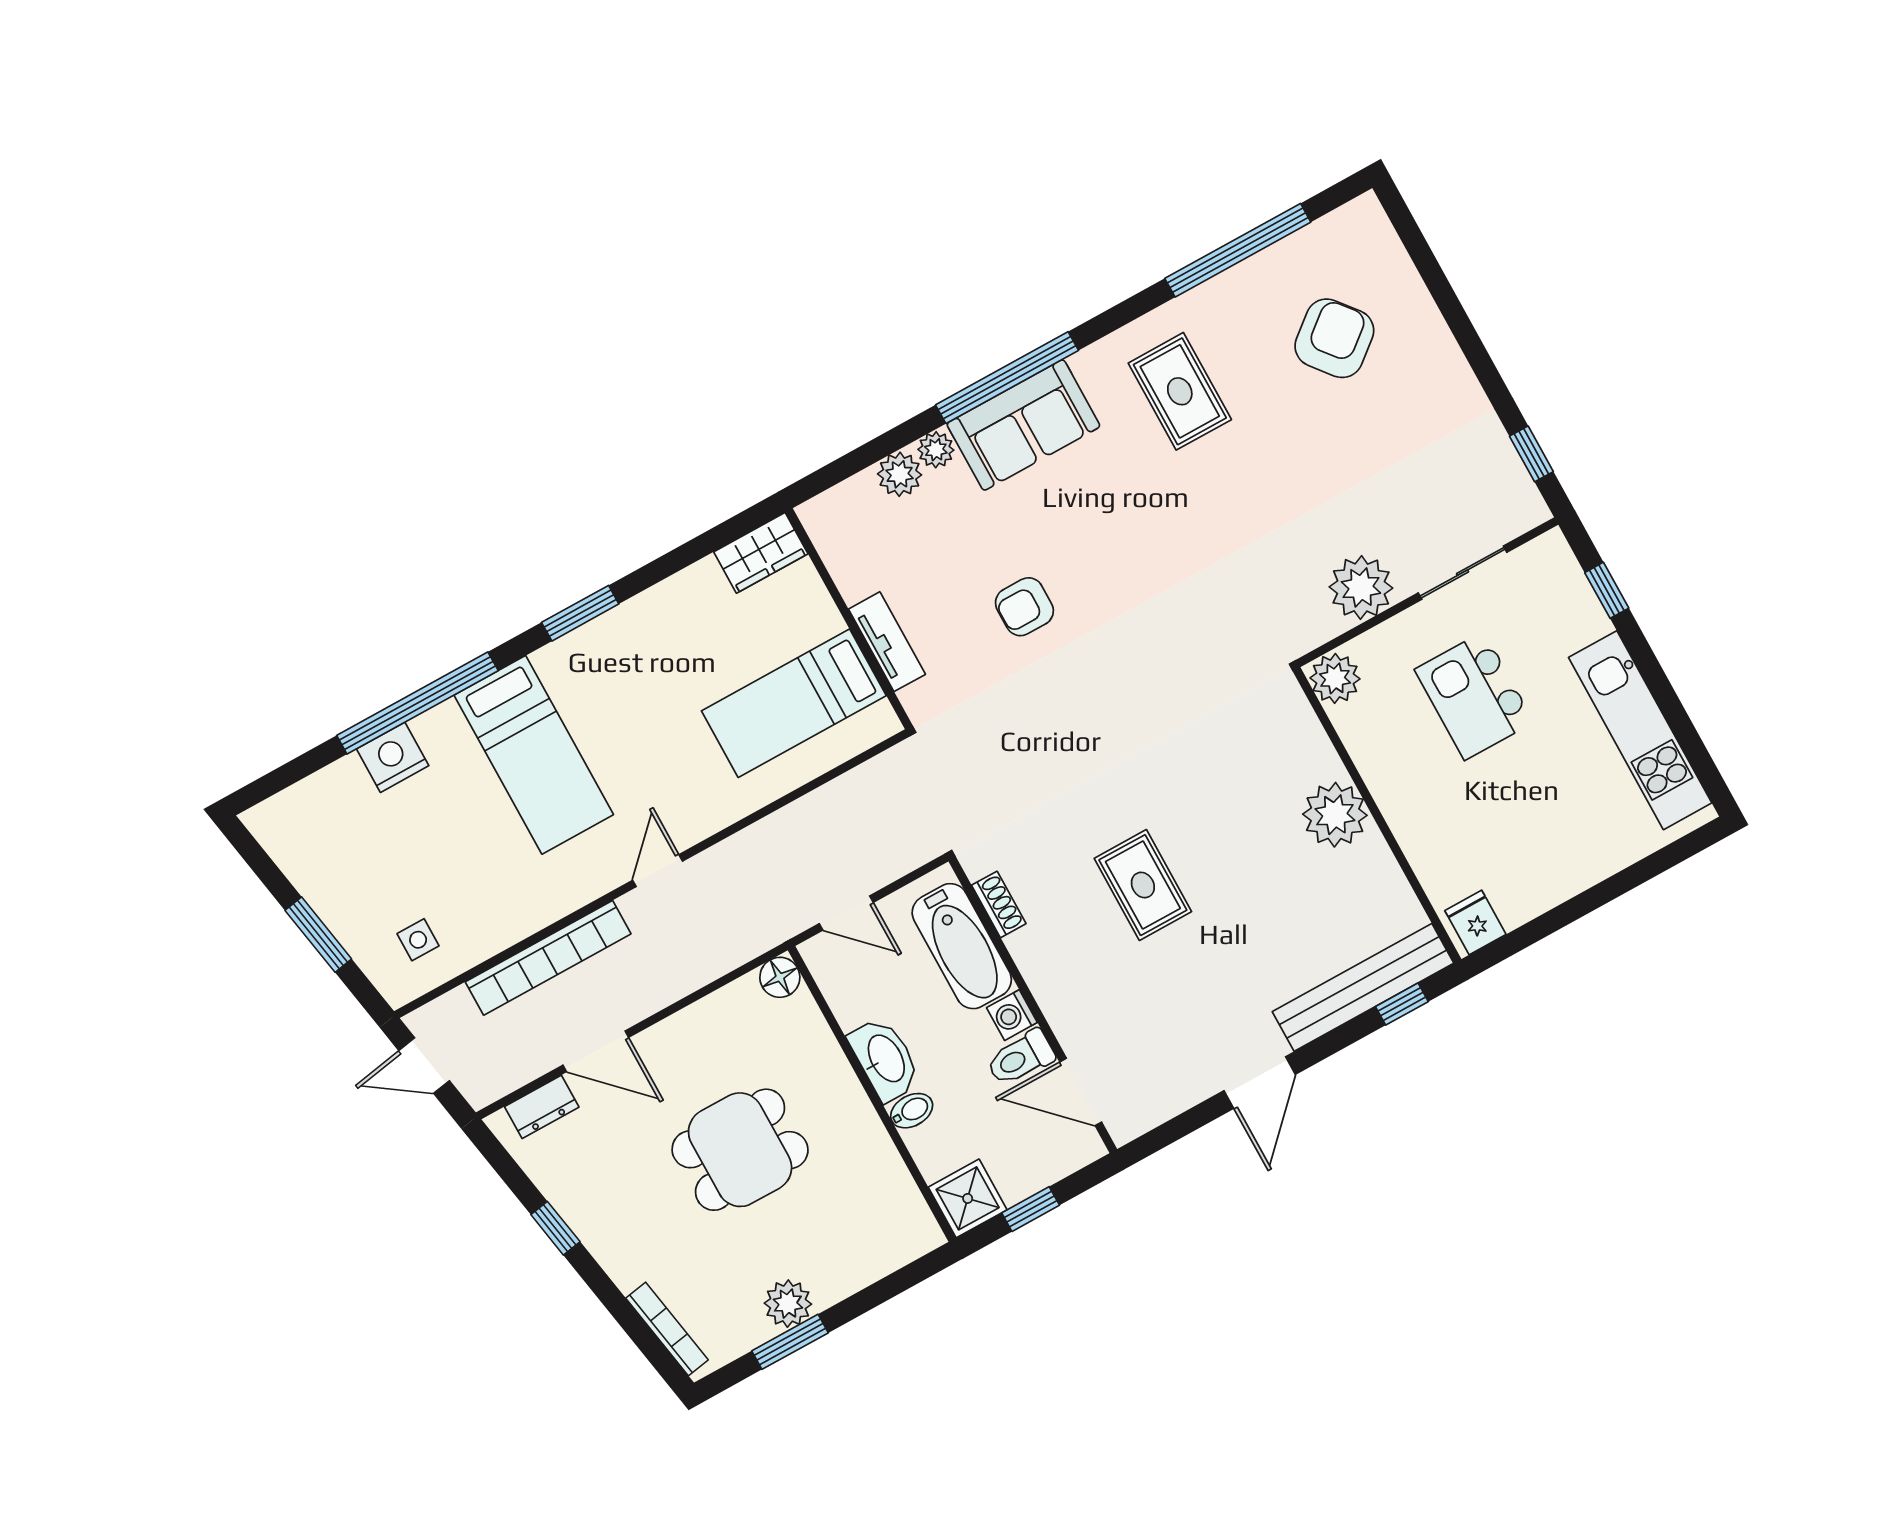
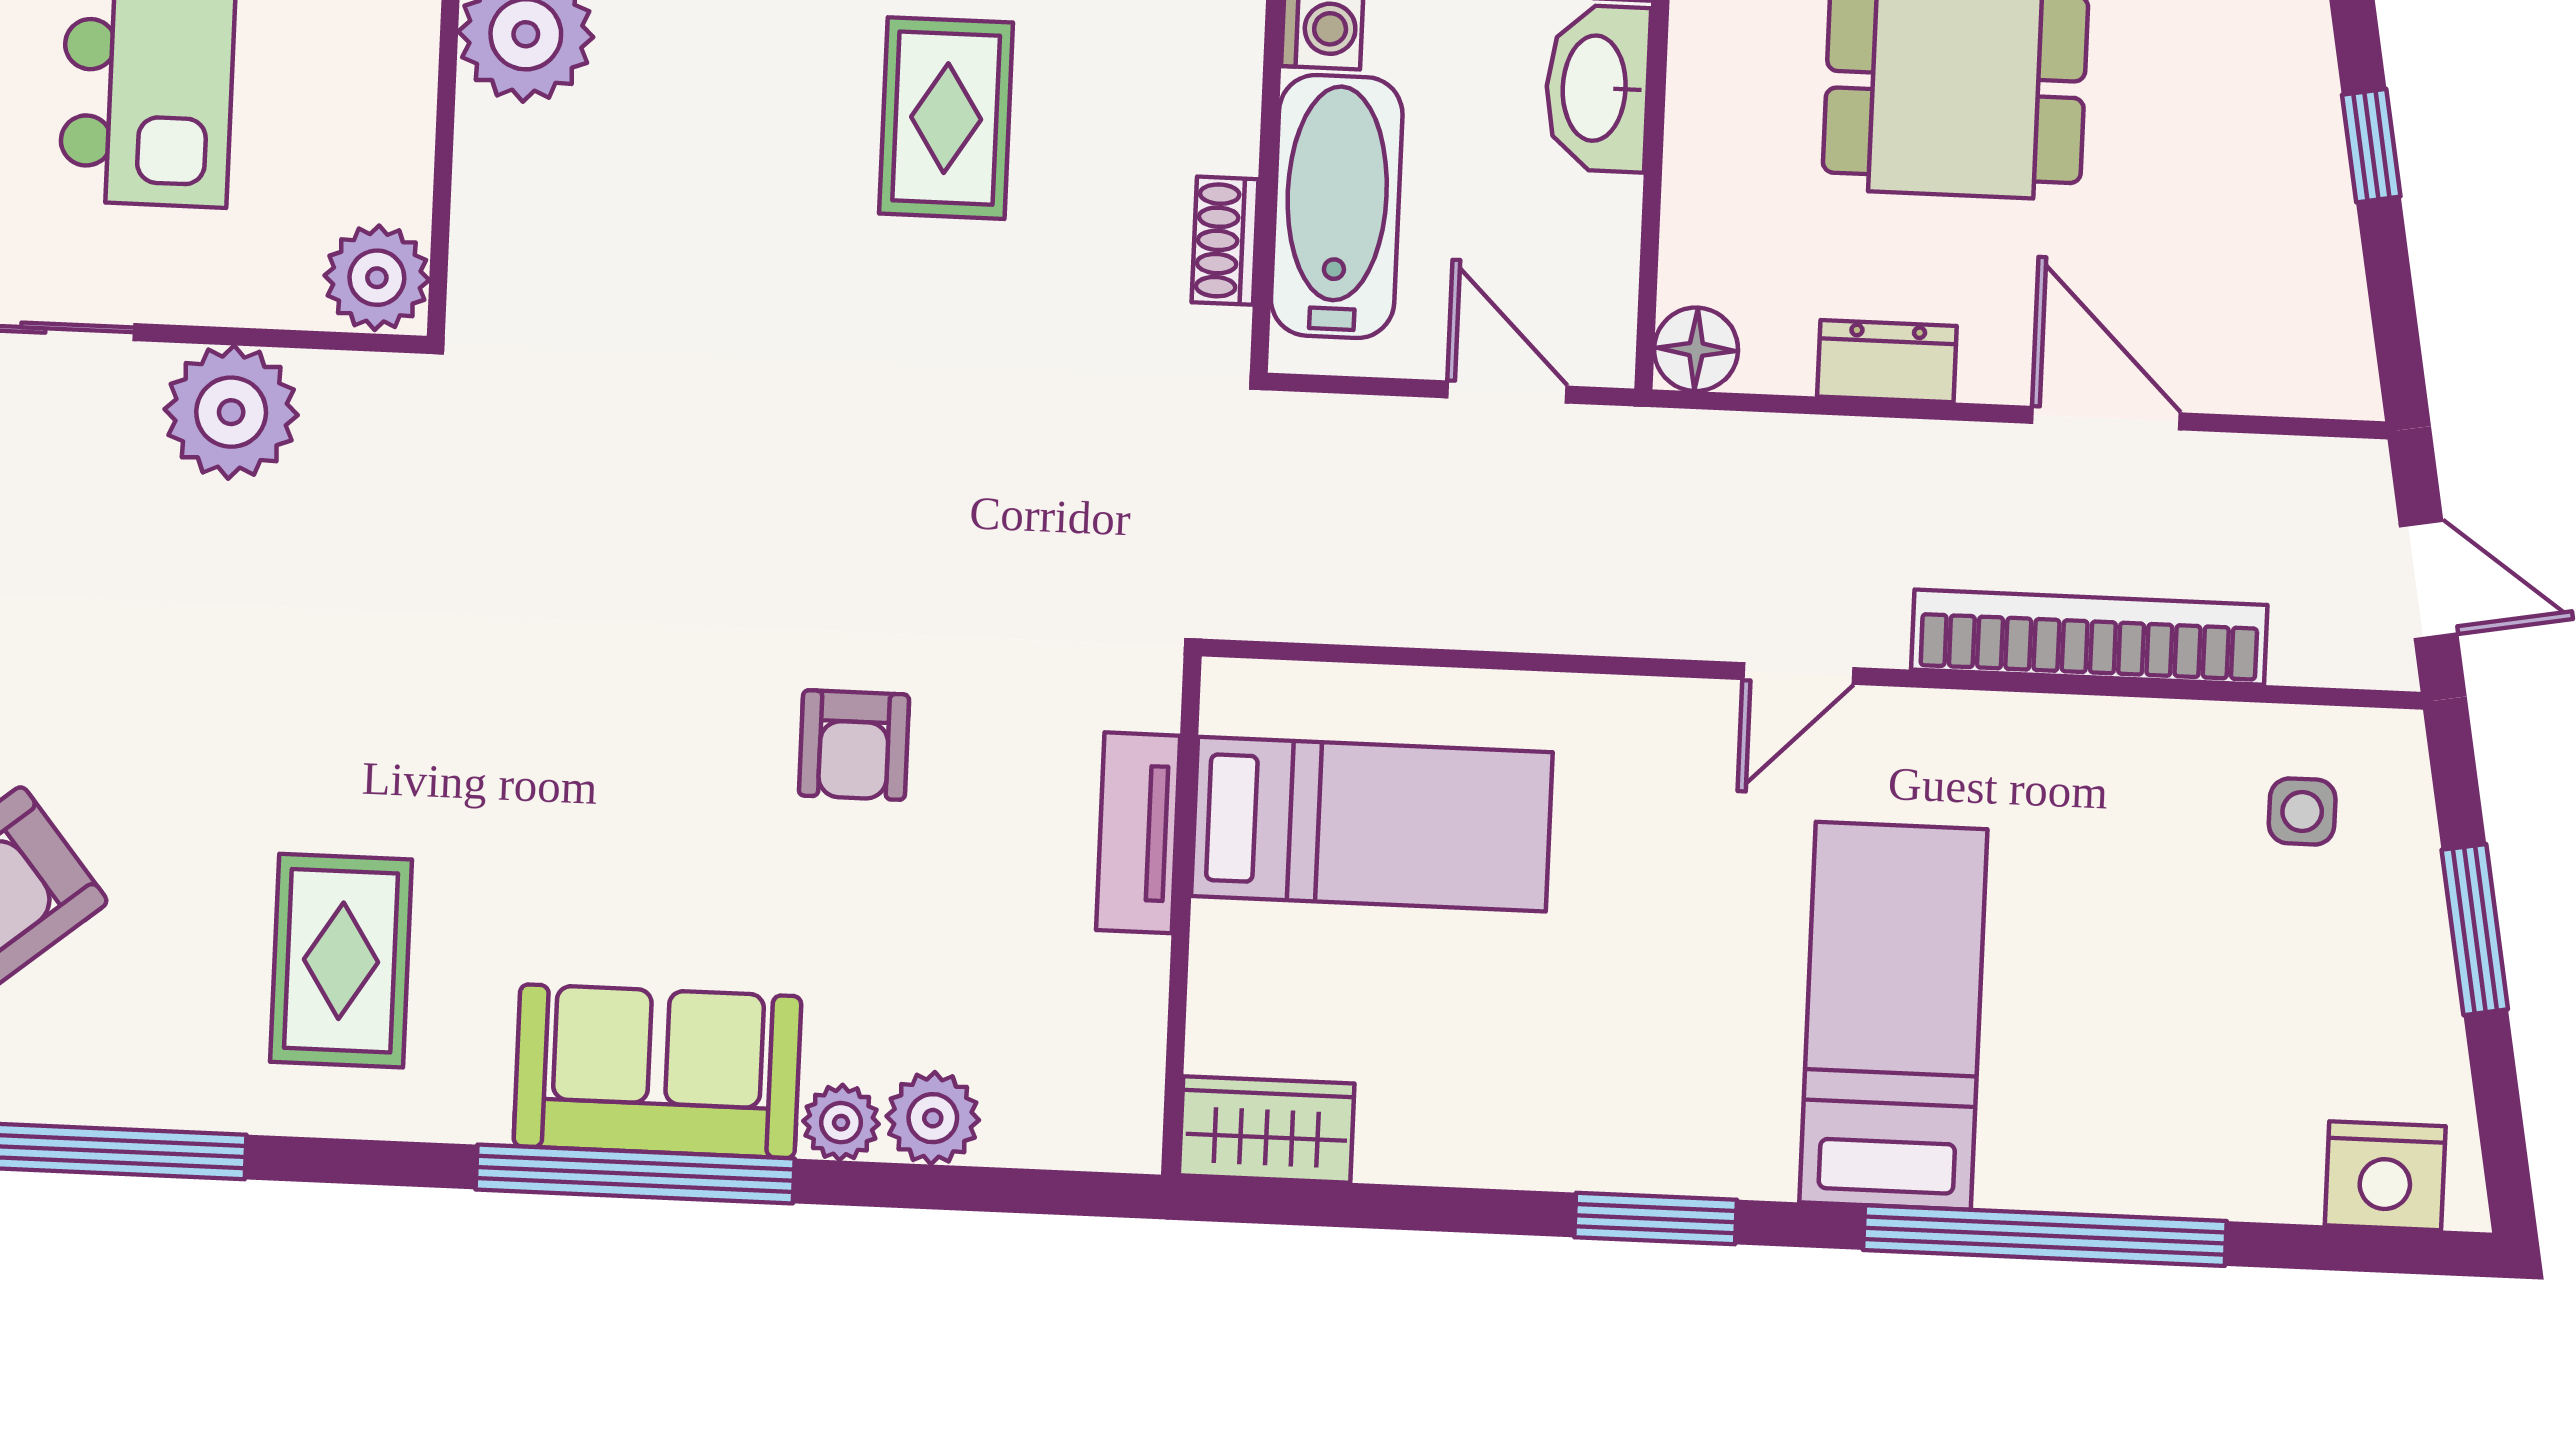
armchair: (1024, 607) -> (854, 745), turned 90
nightstand: (393, 757) -> (2385, 1176), moved
dresser: (542, 1107) -> (1887, 361), moved

